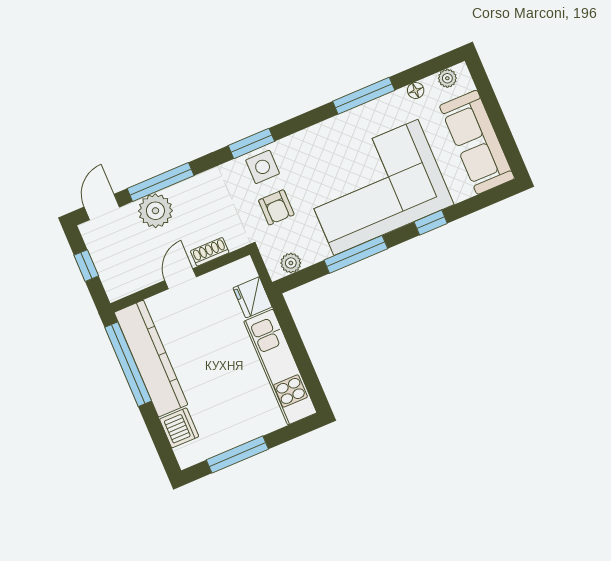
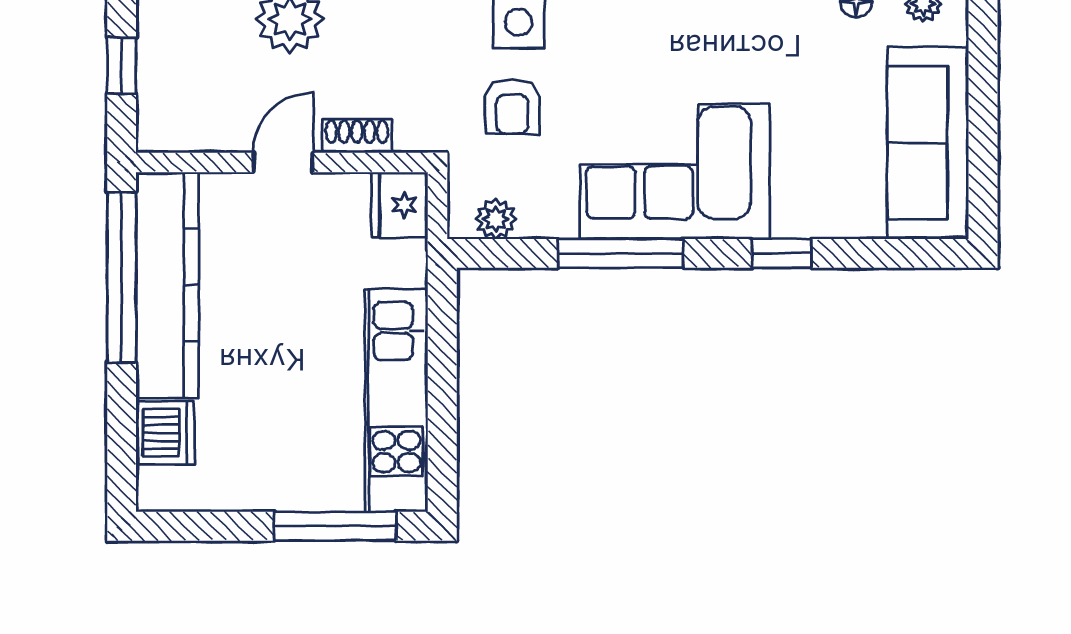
corner sofa: (376, 187) -> (675, 171), width x0.73, depth x0.74
fridge: (253, 297) -> (400, 205), moved
window: (237, 455) -> (335, 526), moved

